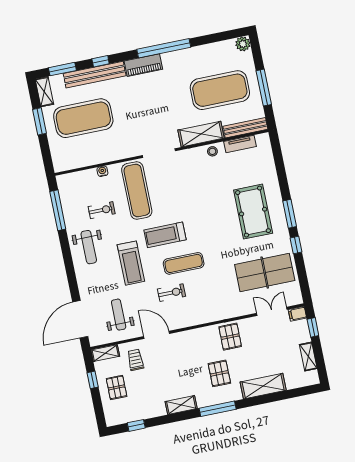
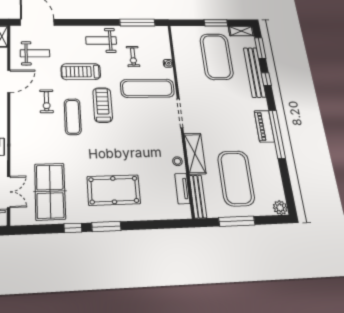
piano: (143, 65) -> (264, 126), moved

